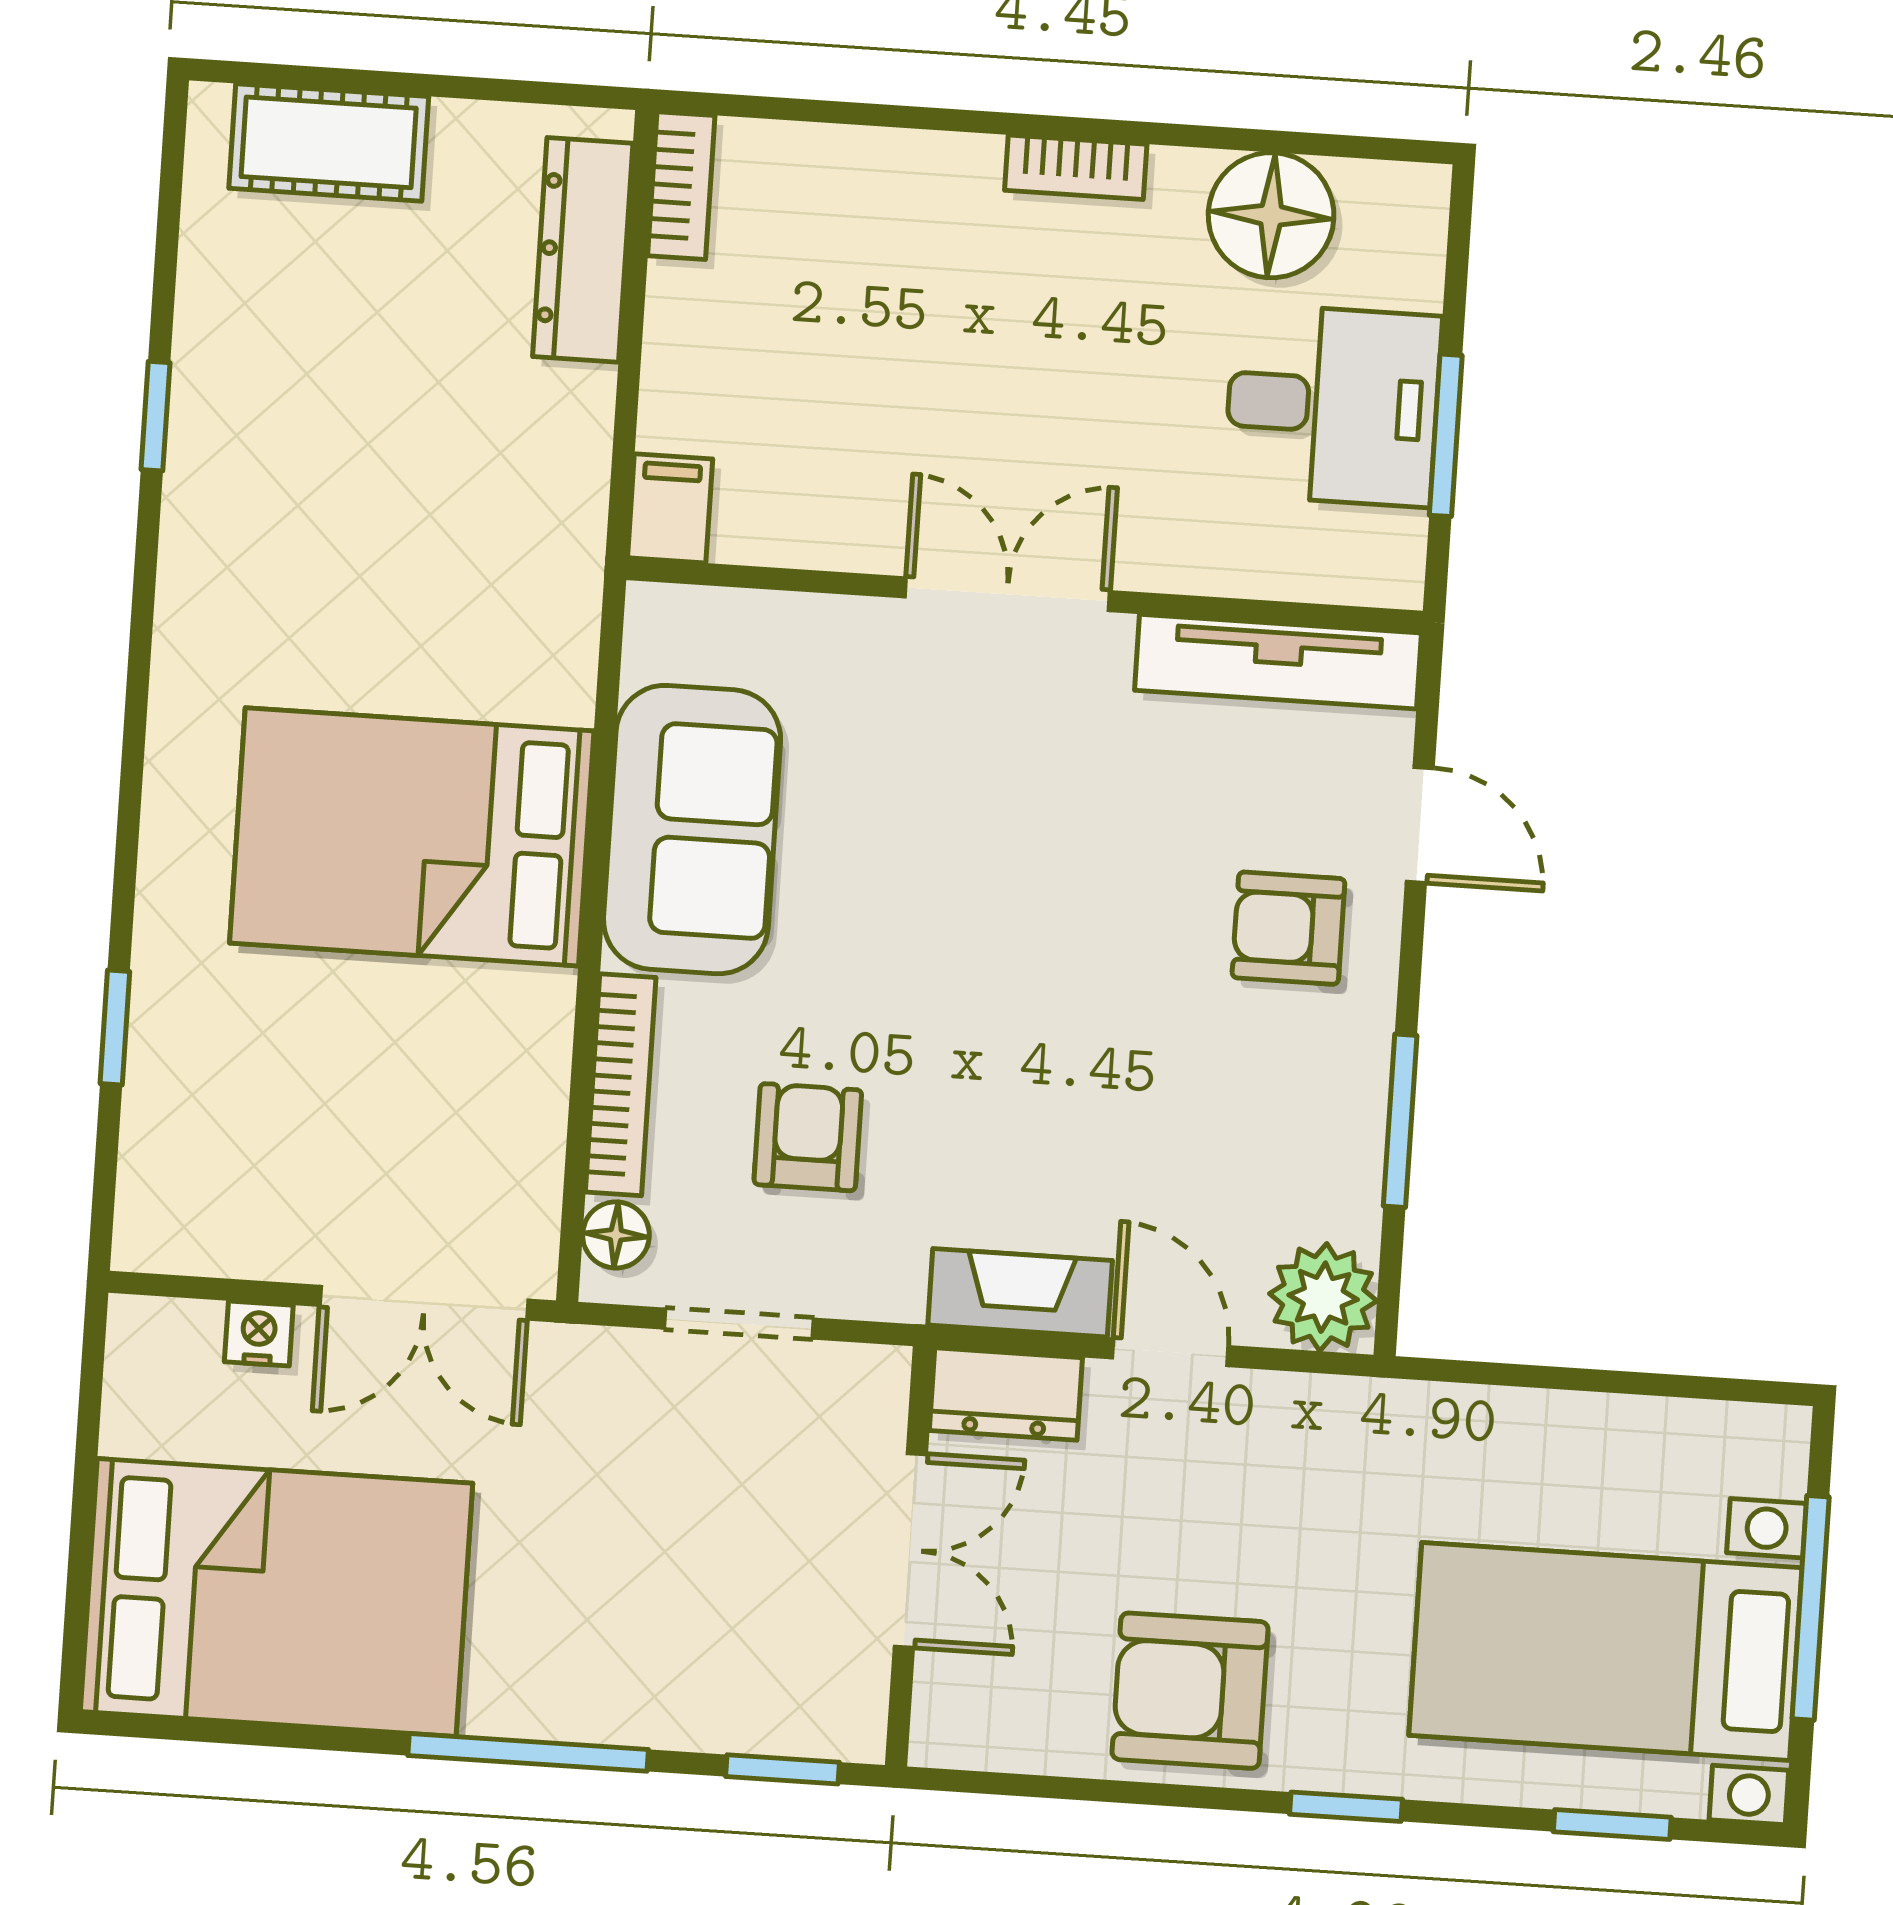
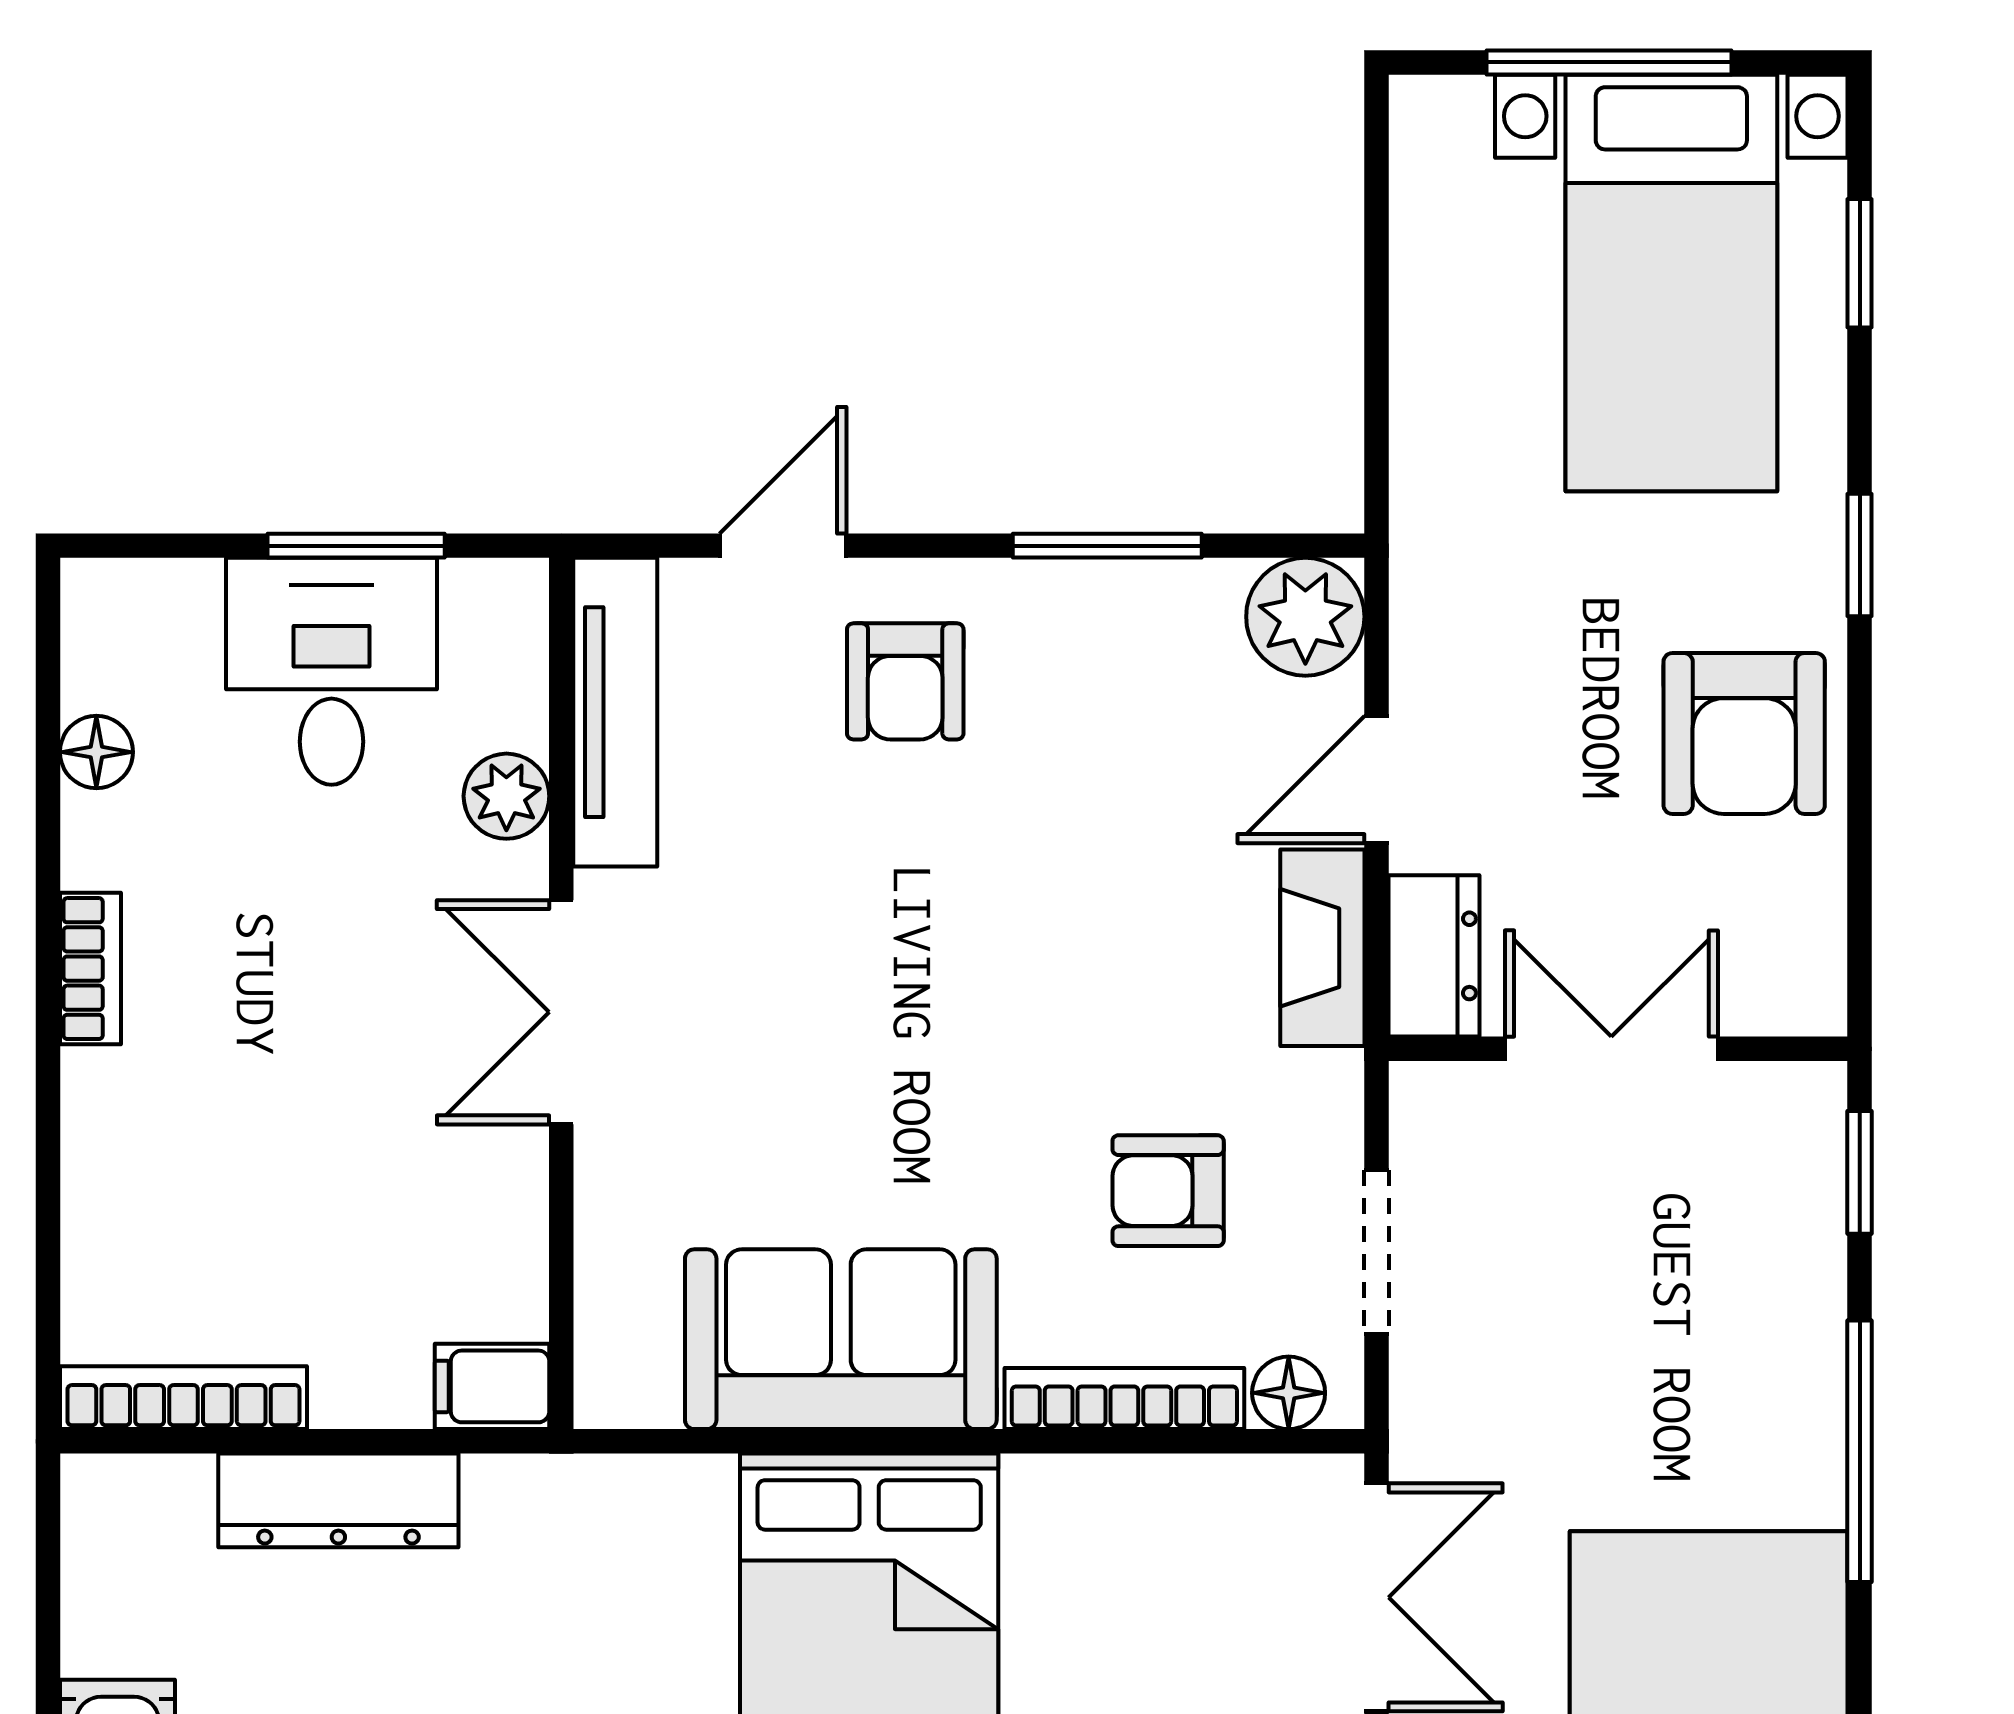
bookcase: (681, 186) -> (183, 1398), width x1.56
floor lamp: (1271, 215) -> (96, 752), width x0.53, depth x0.53
dresser: (583, 250) -> (338, 1500), moved
plant: (1208, 557) -> (506, 796), added

